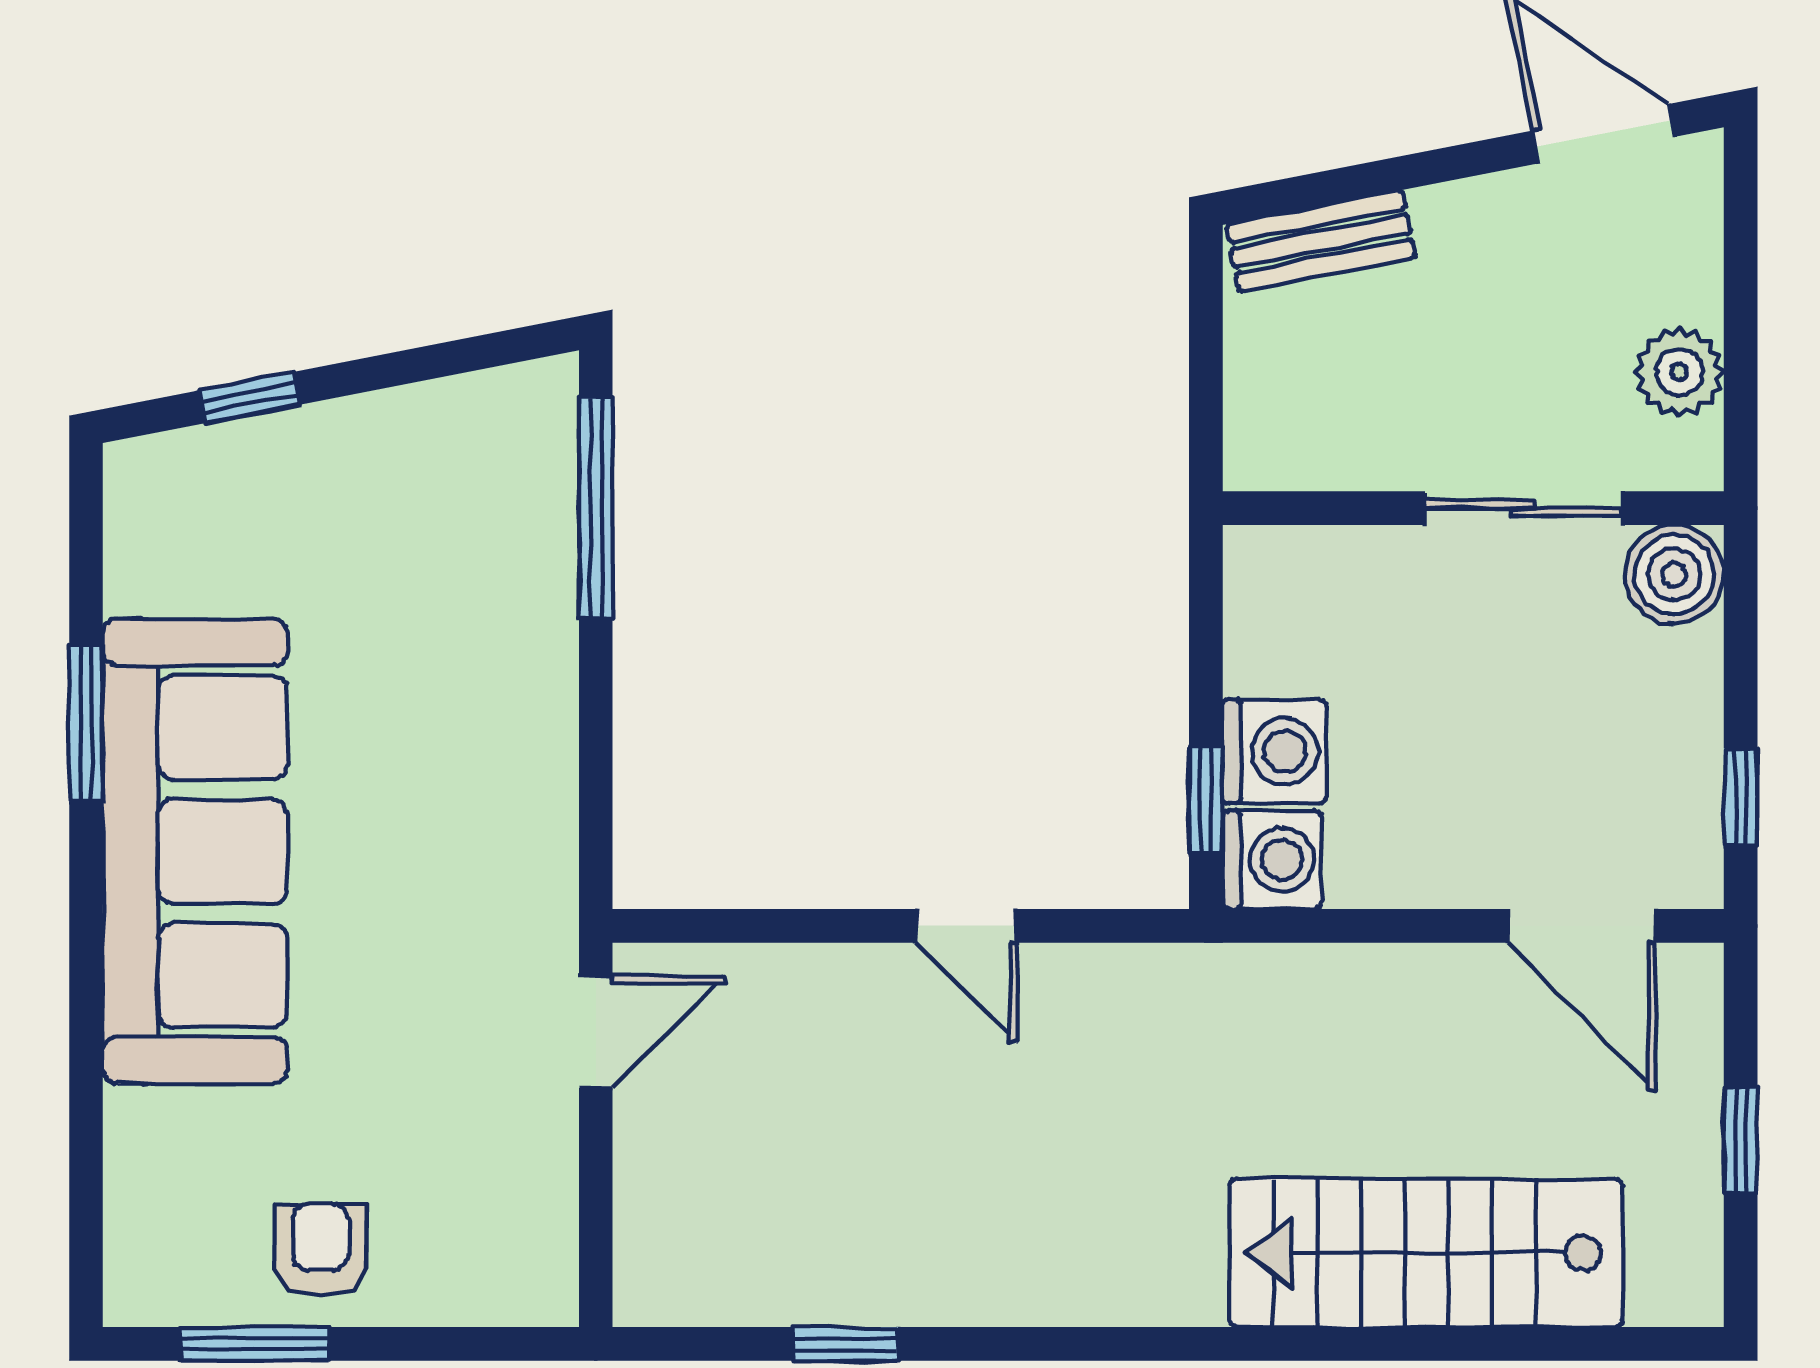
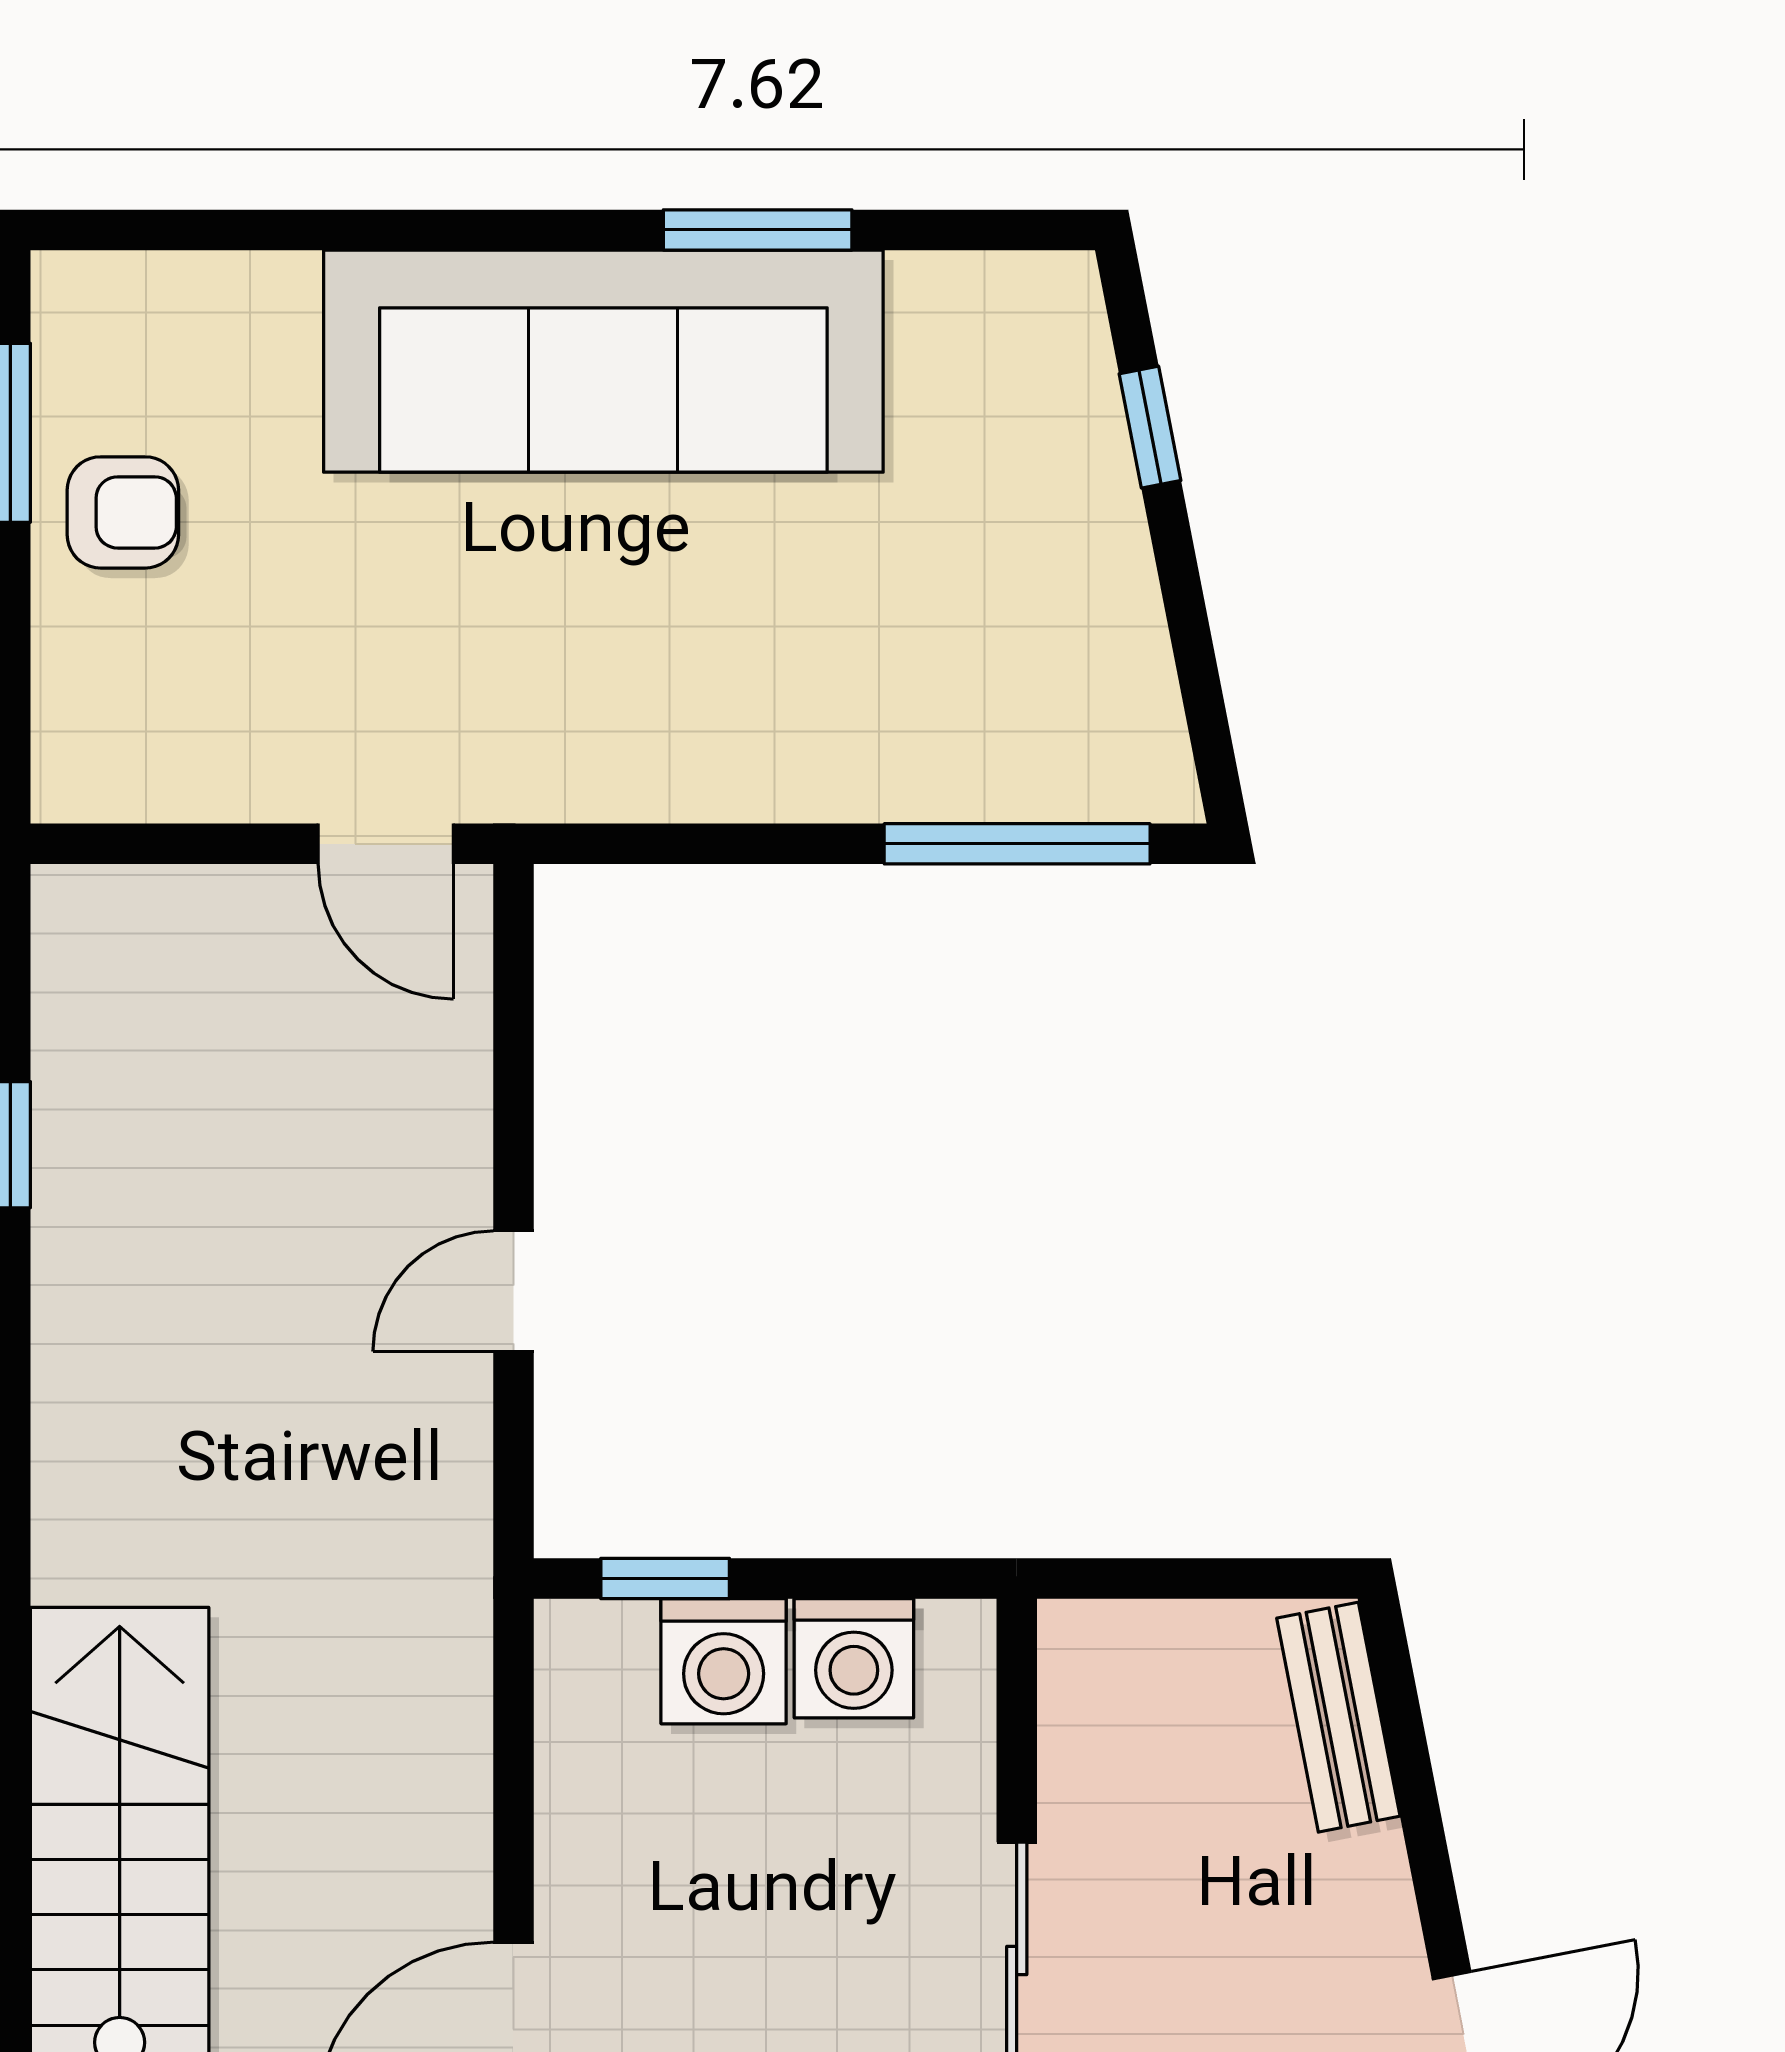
washing machine: (1272, 860) -> (854, 1658), moved

